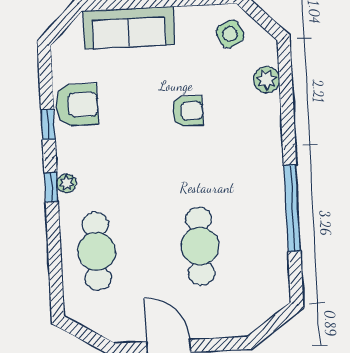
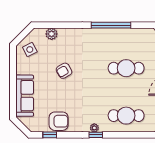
armchair: (77, 105) -> (59, 121), turned 90
armchair: (188, 111) -> (64, 71), turned -120
window: (48, 125) -> (50, 135), moved

